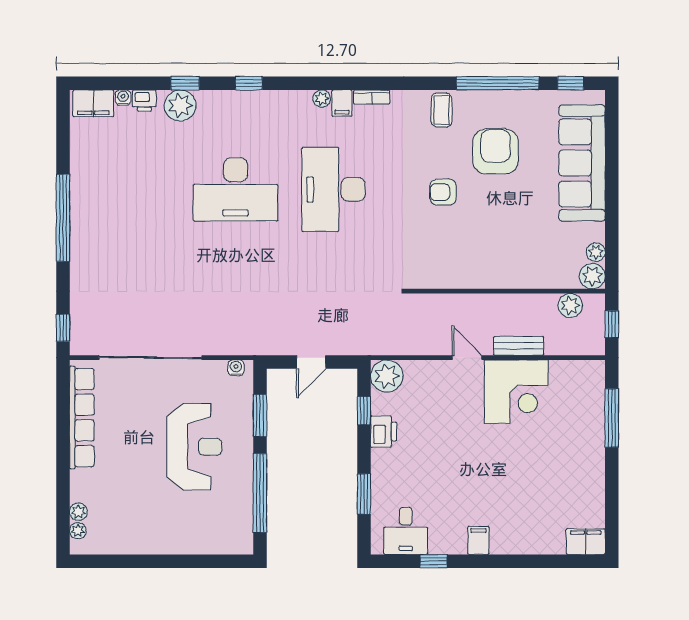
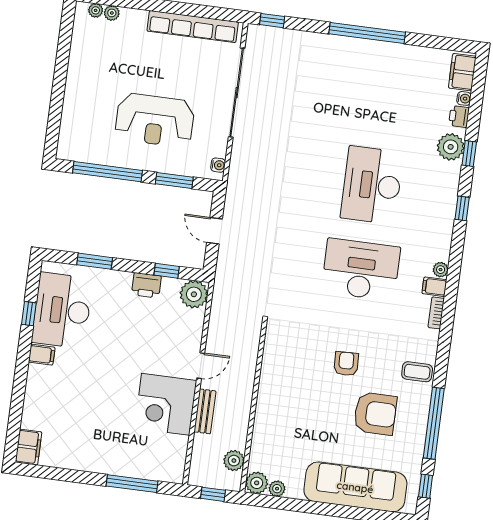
desk: (406, 531) -> (62, 310), width x1.87, depth x1.30

